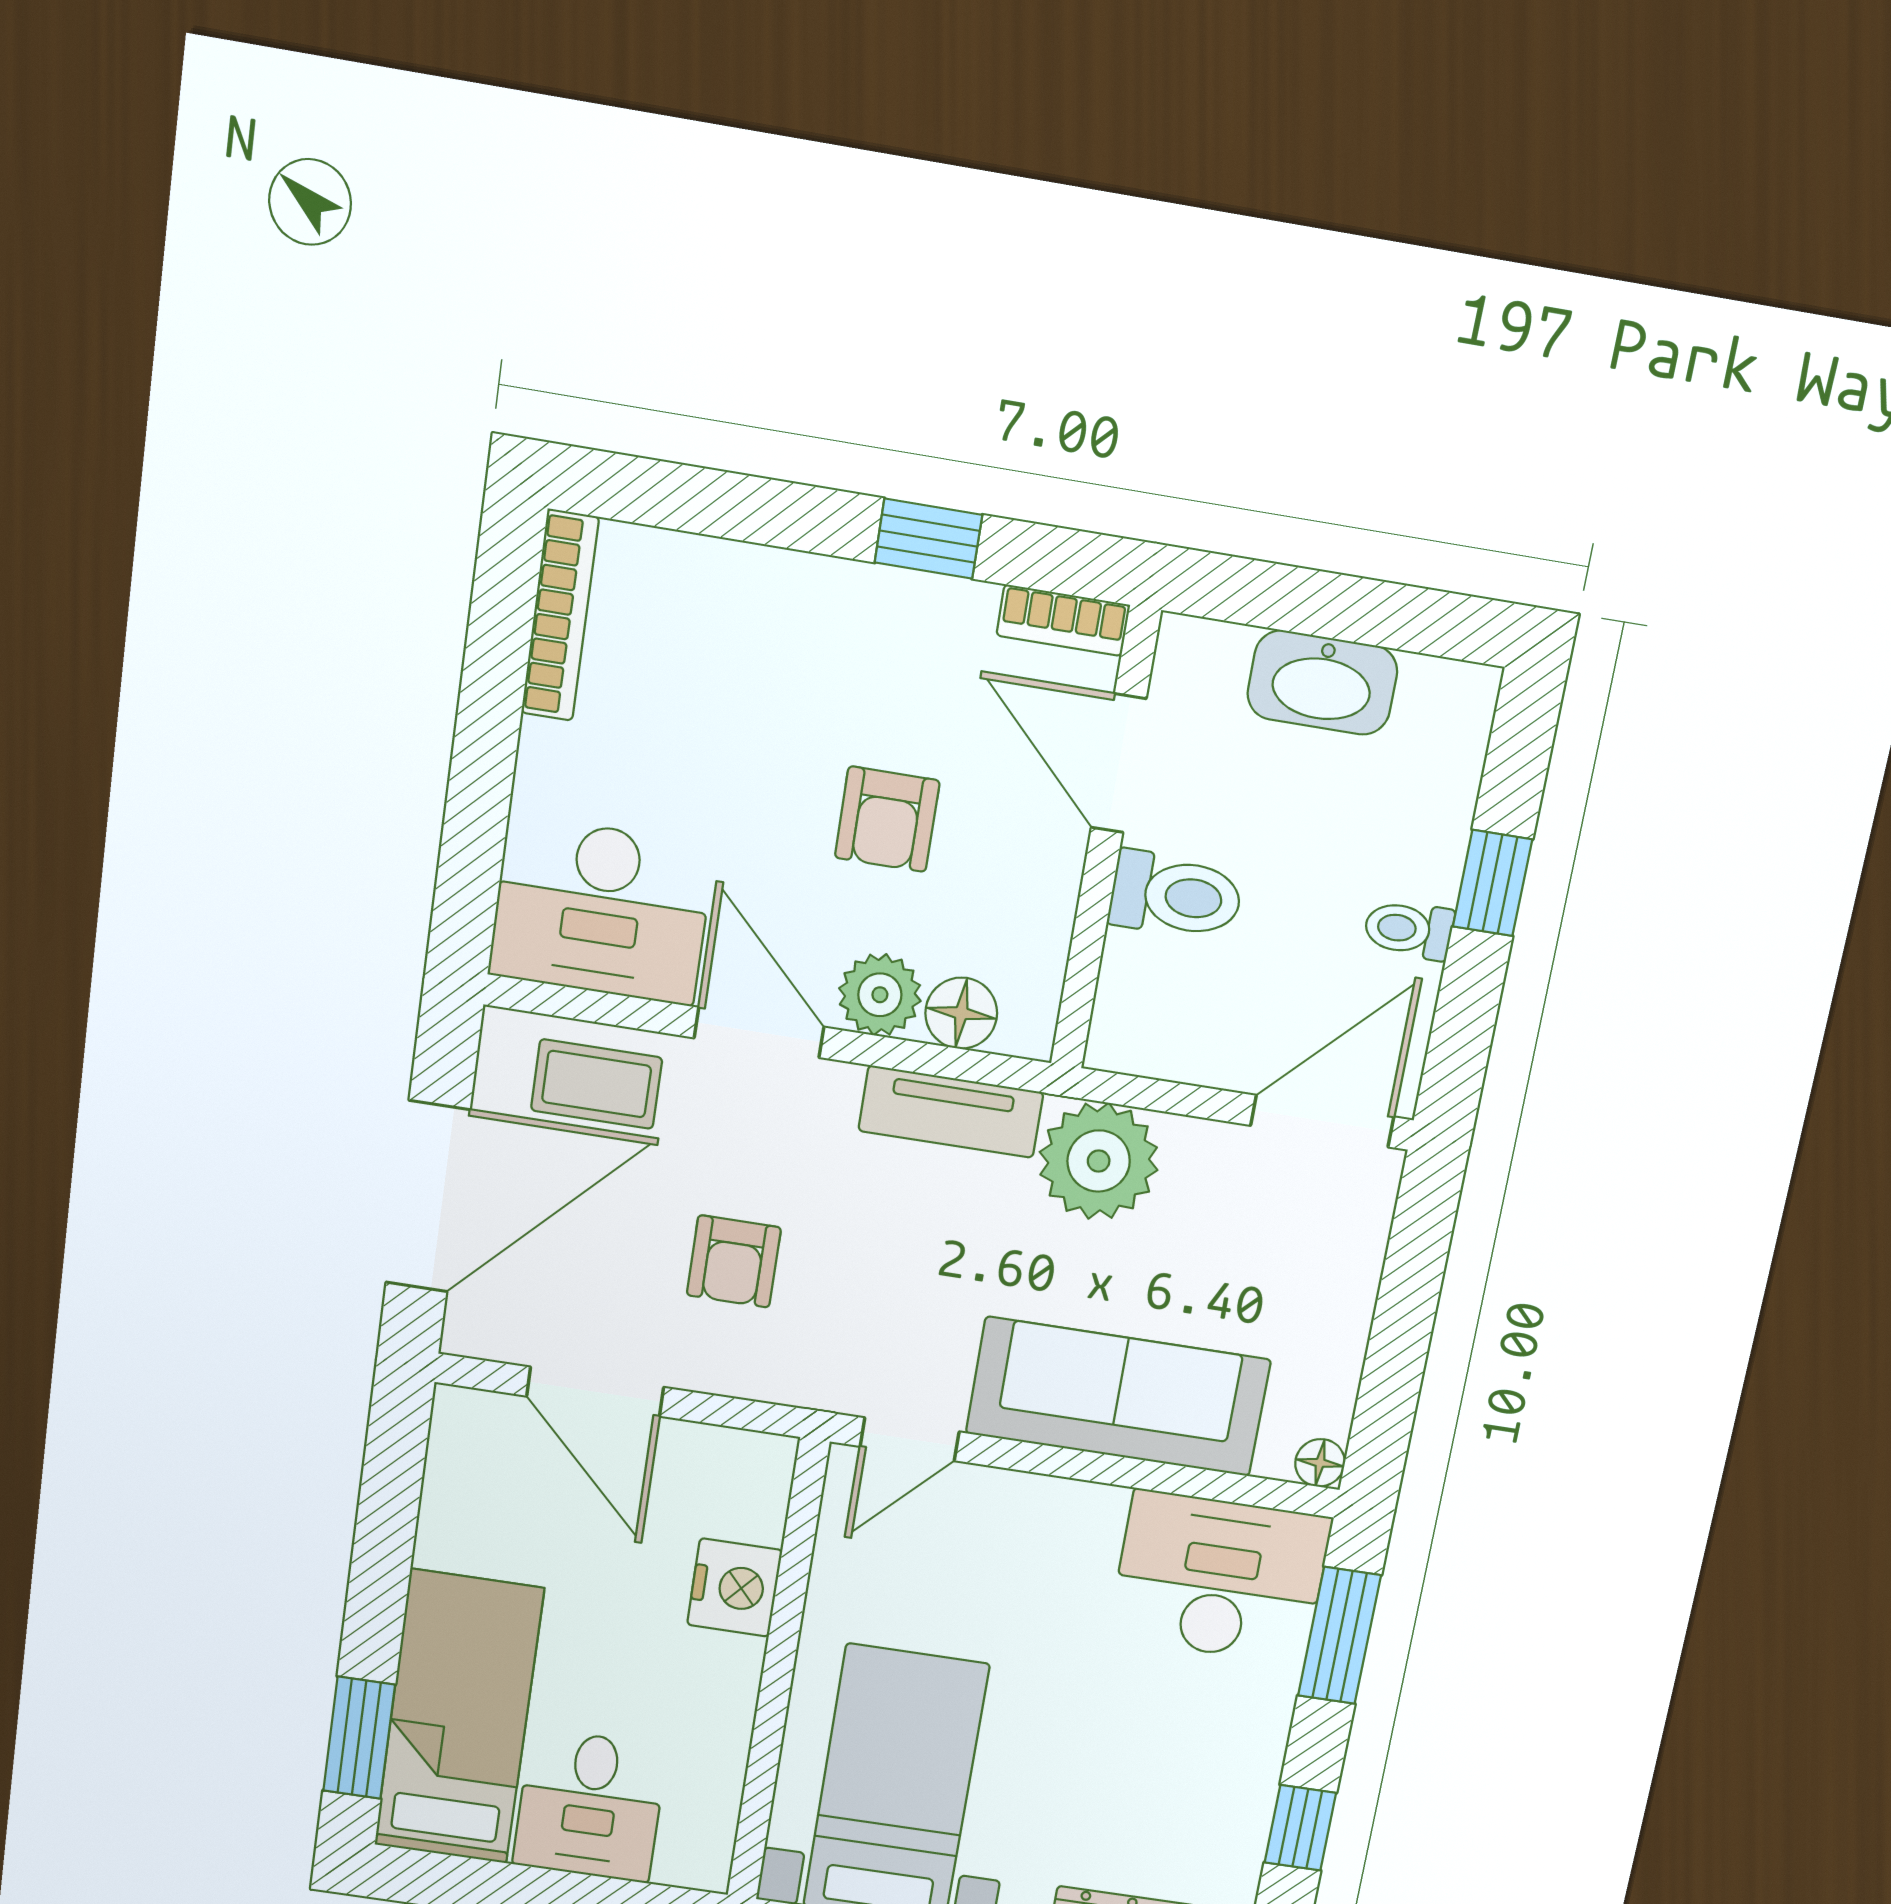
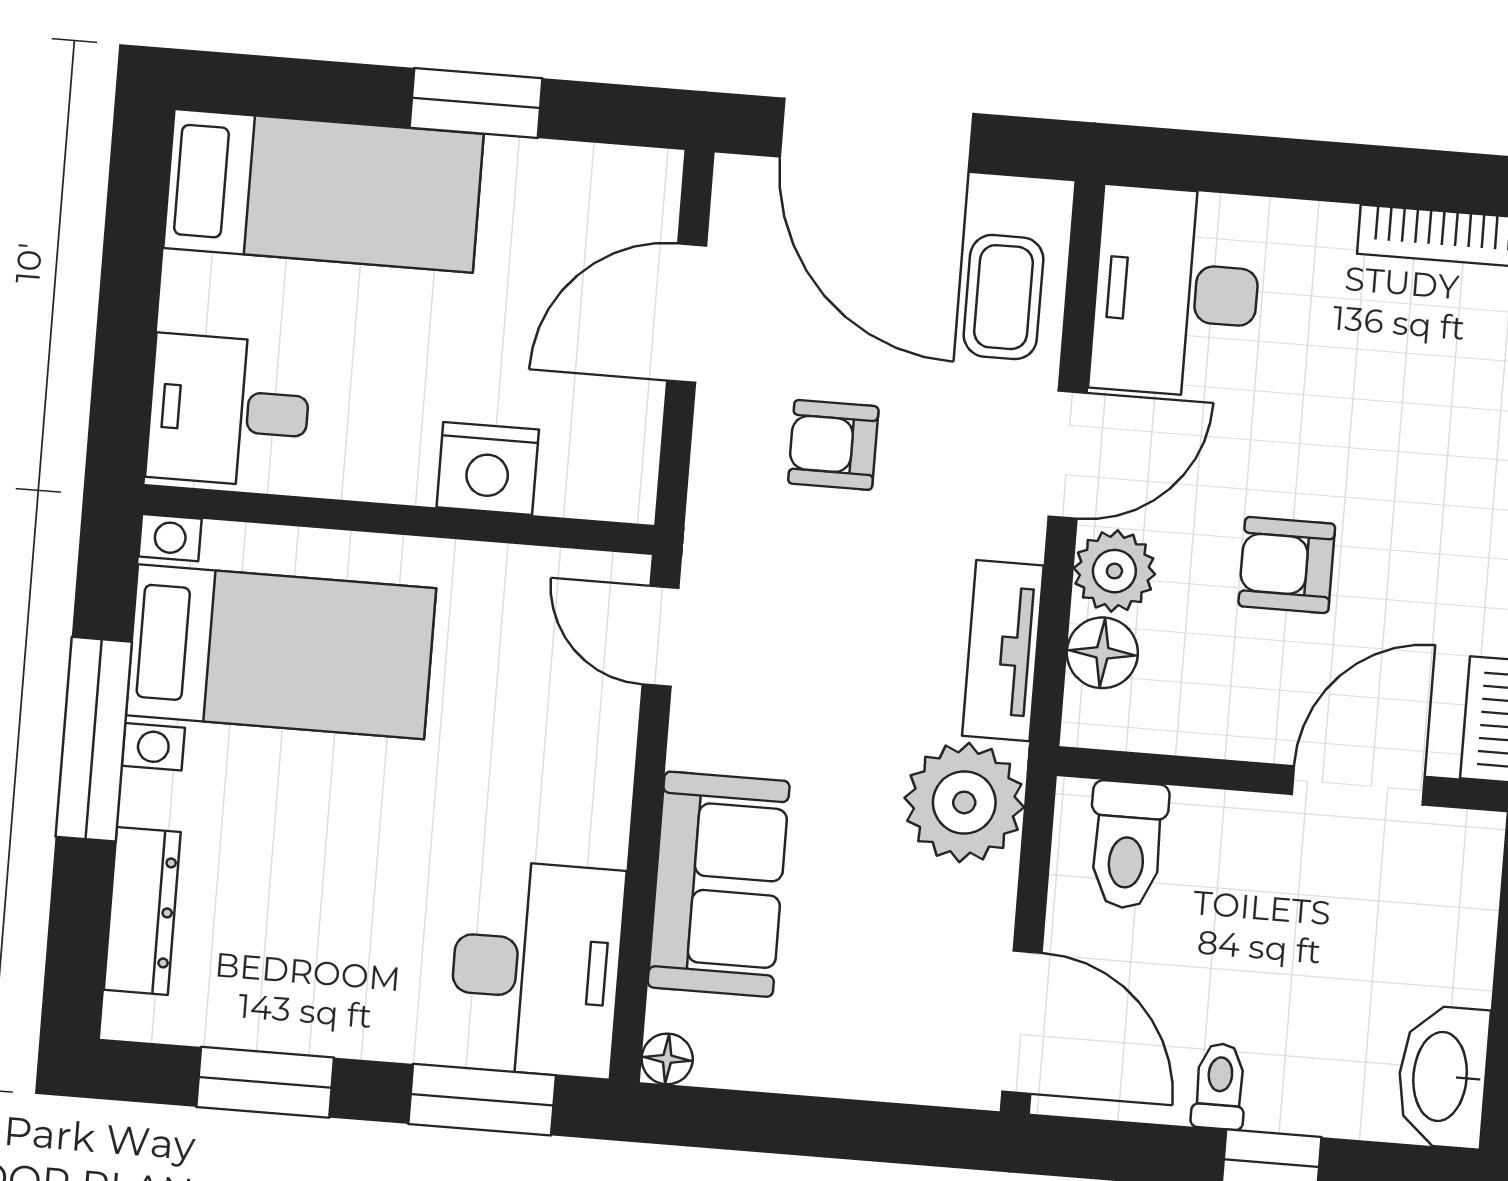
washbasin: (1322, 683) -> (1443, 1077), moved
toilet: (1176, 895) -> (1127, 845), moved
sofa: (1118, 1397) -> (719, 884), width x0.73
window: (359, 1738) -> (476, 103), moved
desk: (590, 1806) -> (229, 411), moved
window: (1300, 1828) -> (265, 1082), width x1.50

